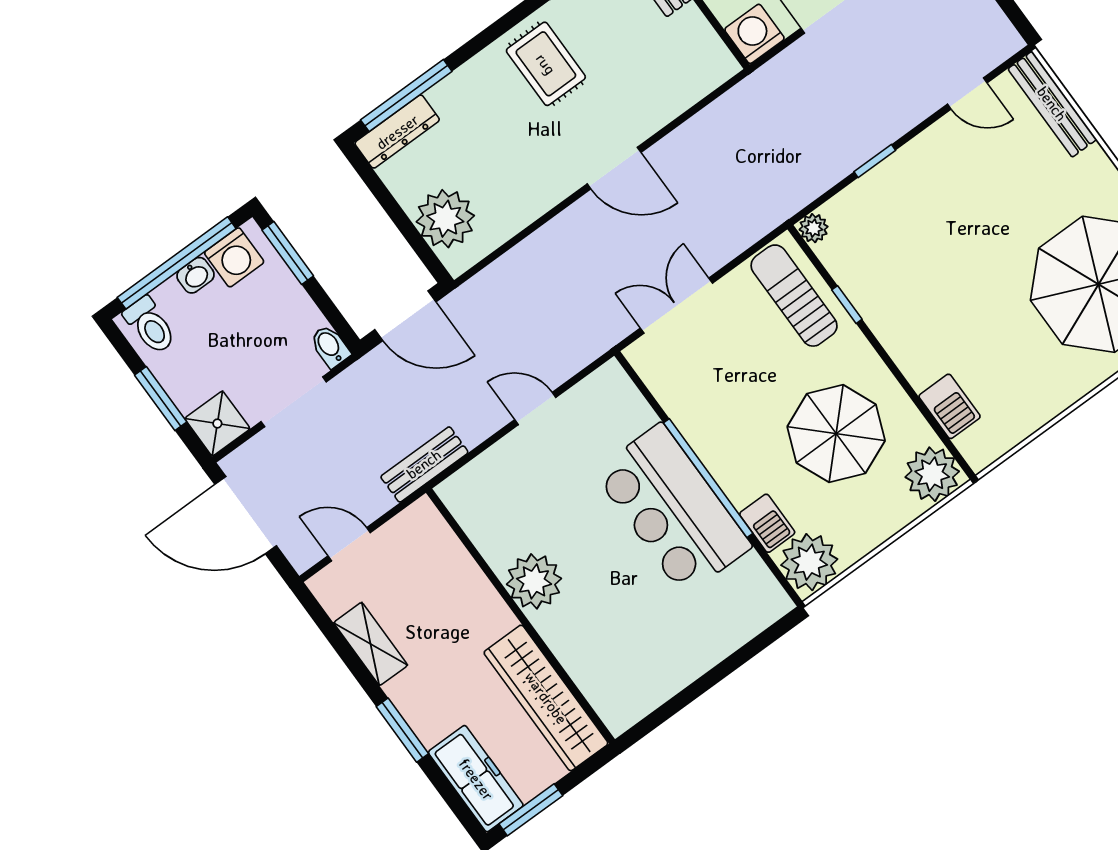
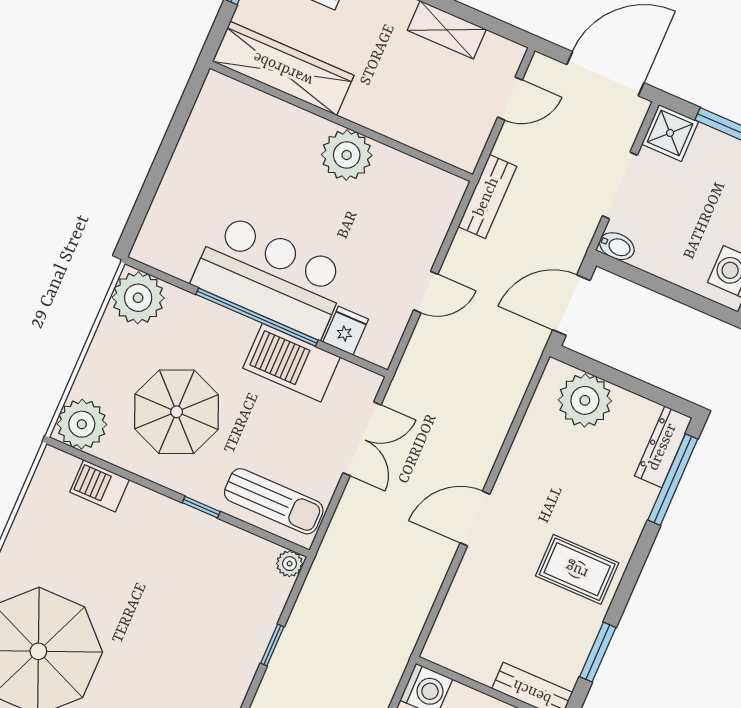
window: (288, 253) -> (693, 300), removed
window: (847, 305) -> (201, 507), moved
fridge: (632, 416) -> (346, 331), added
barbecue: (767, 523) -> (292, 363), moved, width x1.88, depth x1.53

